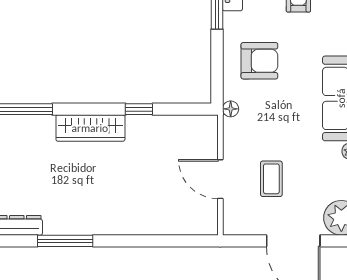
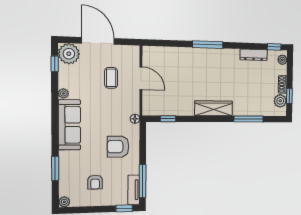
window: (139, 109) -> (168, 119), moved
window: (65, 241) -> (208, 45), moved

